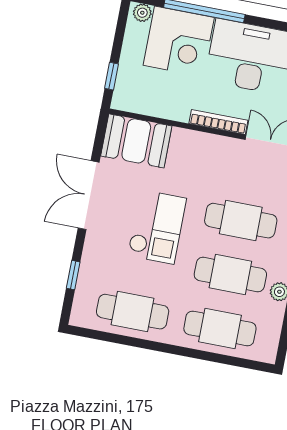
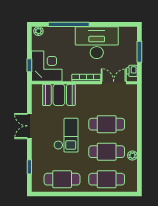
corner desk: (179, 41) -> (47, 66), moved, turned -90
booth: (136, 141) -> (59, 95), moved
double door: (89, 195) -> (29, 126), width x0.73

